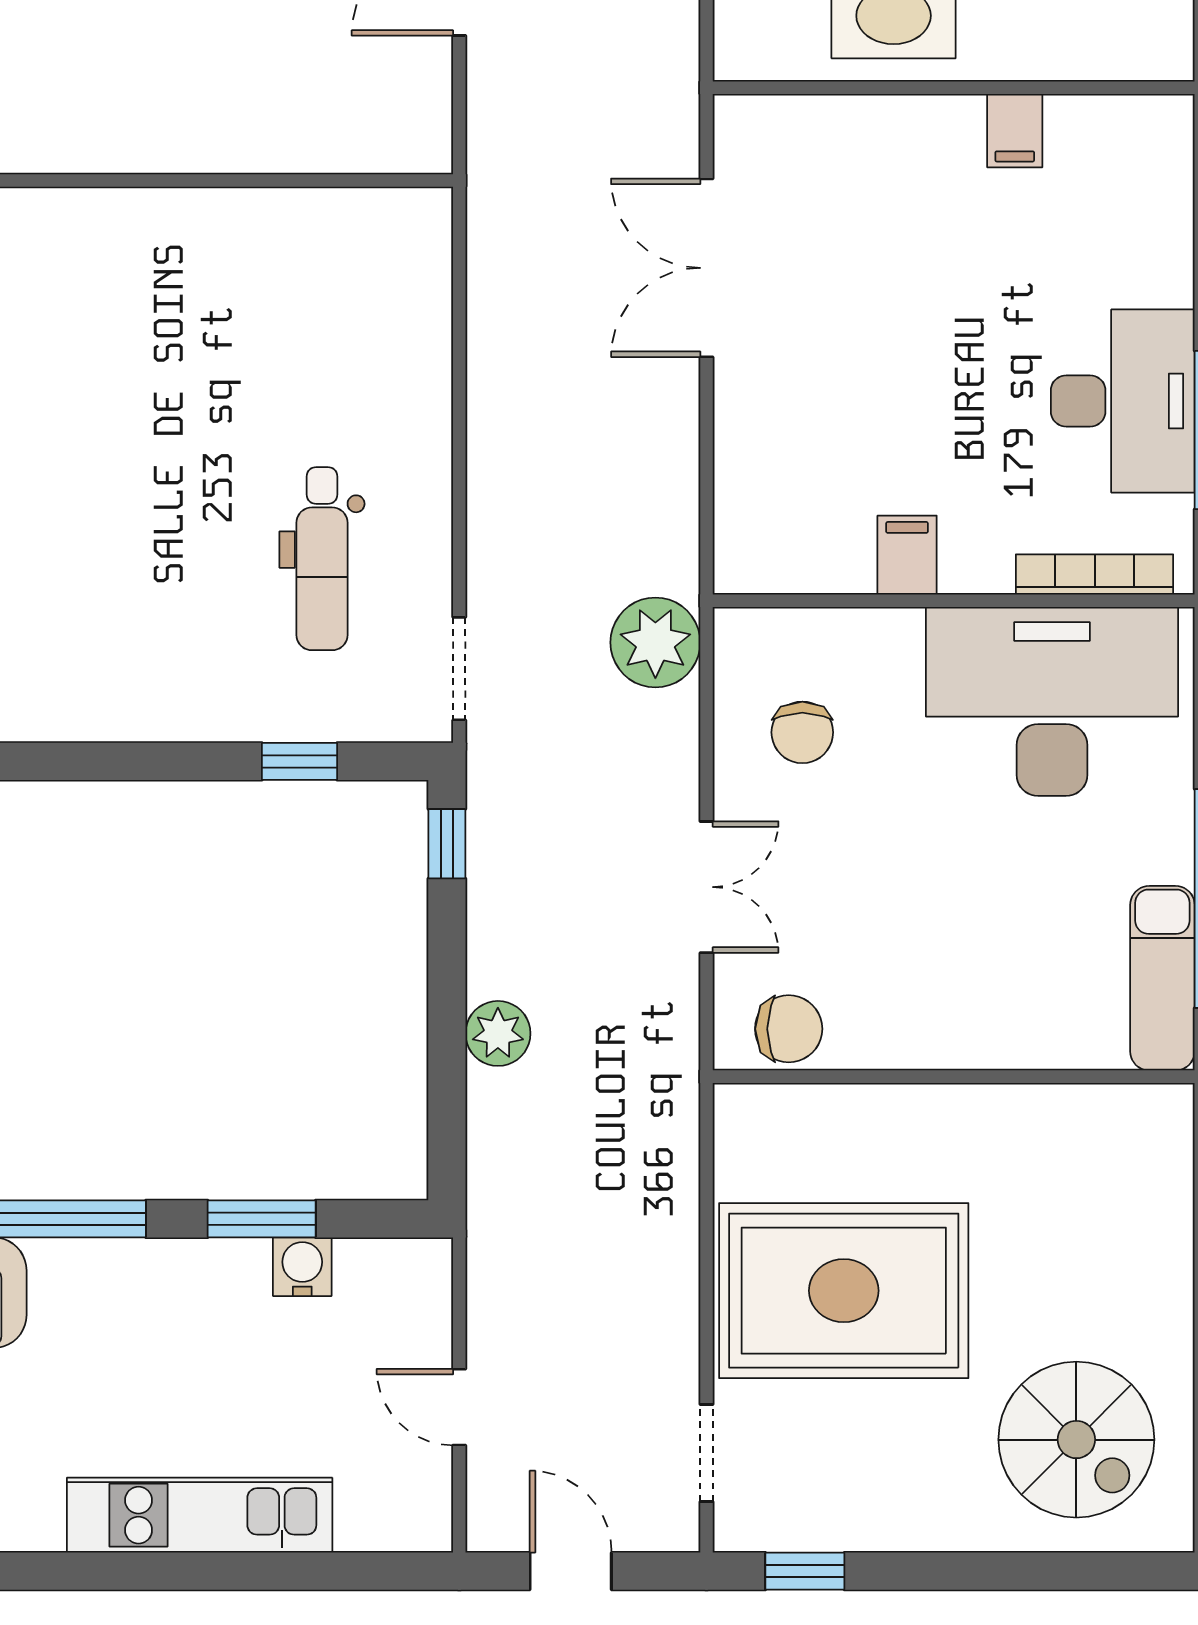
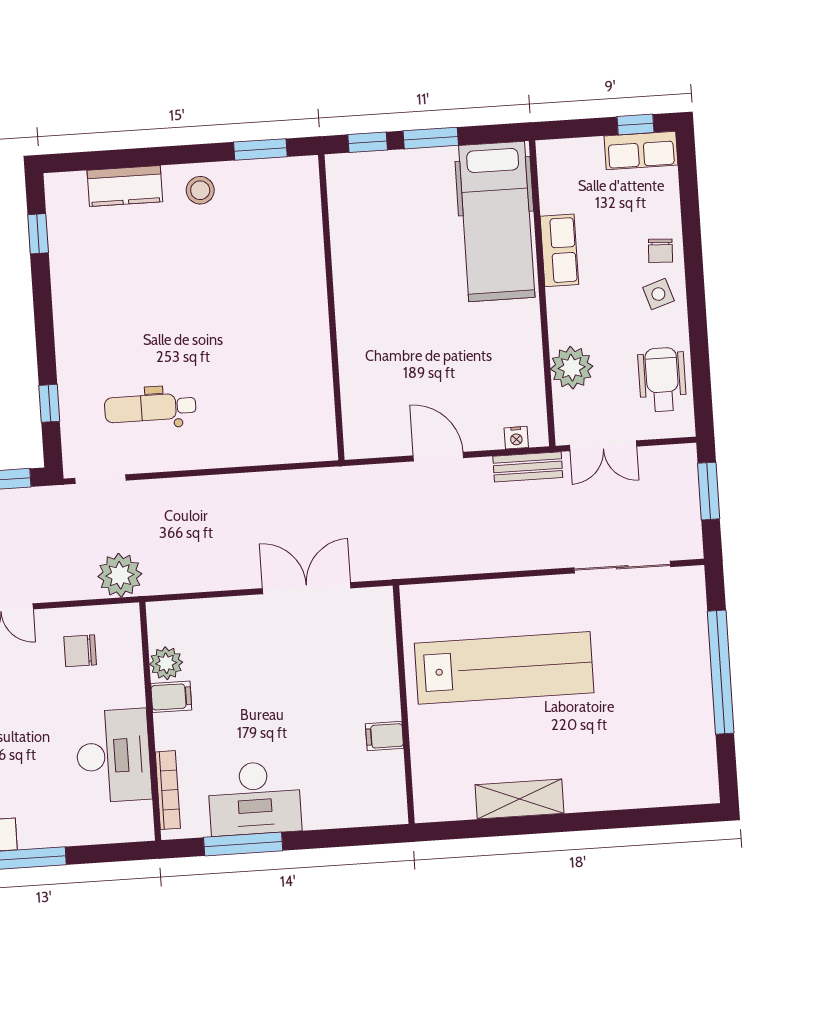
plant: (839, 561) -> (166, 663), added
desk: (1052, 701) -> (113, 756), width x0.73, depth x0.77

